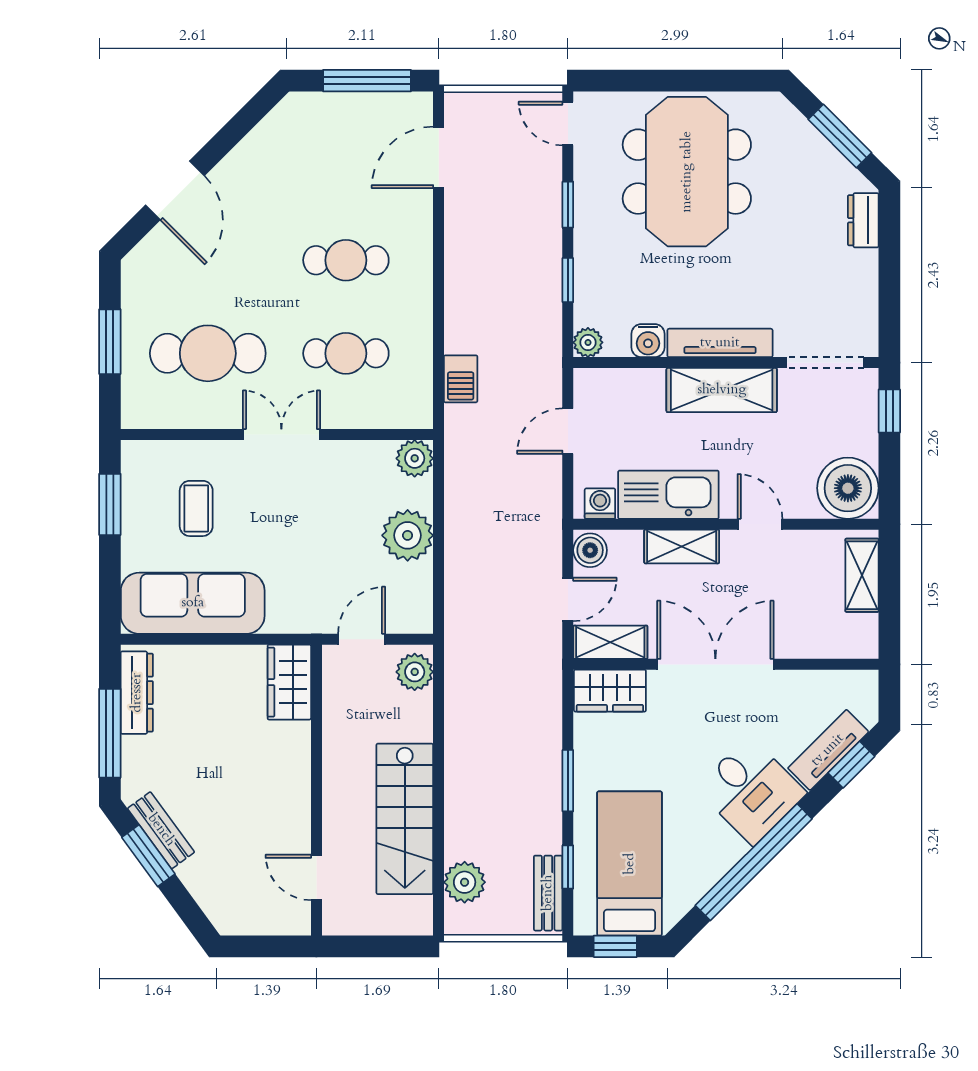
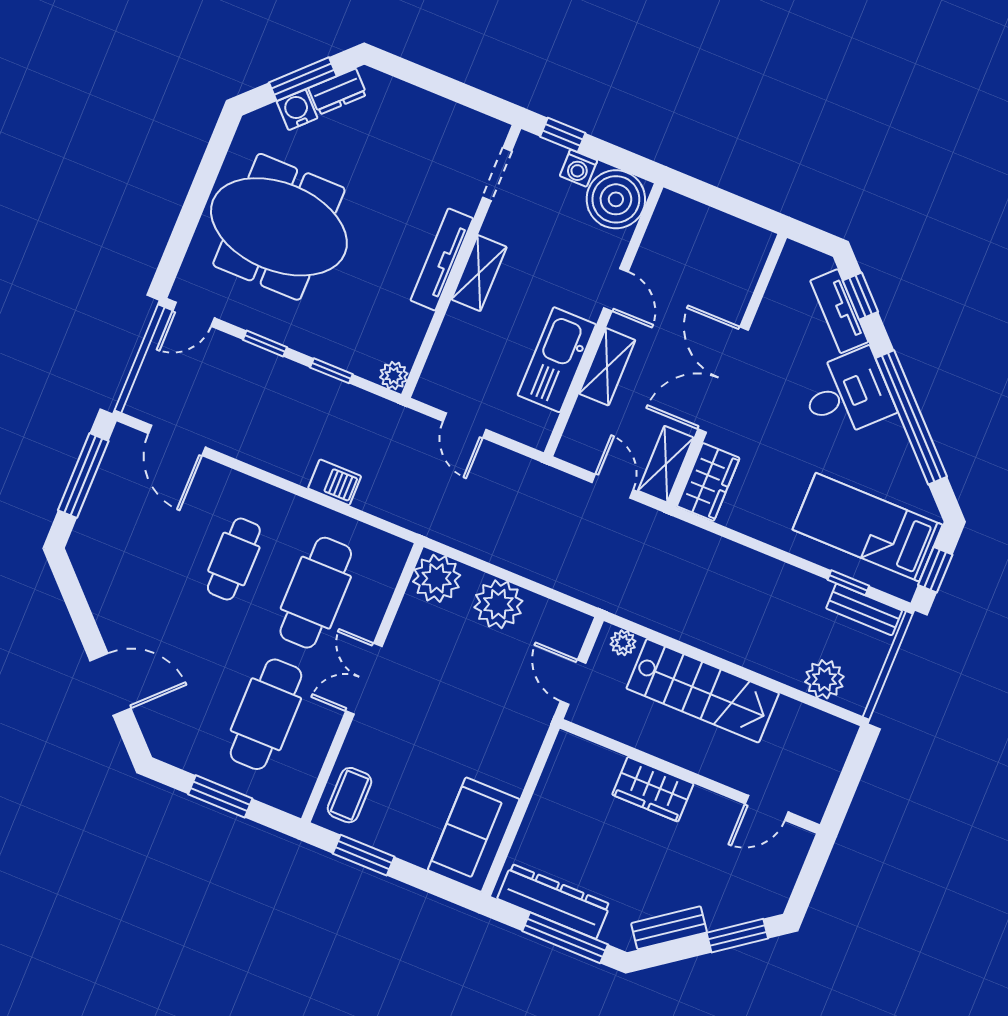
dresser: (863, 220) -> (338, 92), moved, turned -45
water cooler: (648, 341) -> (297, 110), moved, turned -135
cafe table: (346, 353) -> (316, 593), width x1.37, depth x1.35
doorway: (825, 363) -> (497, 174), width x0.73
barbecue: (461, 379) -> (335, 482), moved
shelving: (722, 390) -> (479, 273), width x0.67, depth x0.75
plant: (415, 458) -> (437, 578), width x1.36, depth x1.36
washing machine: (600, 504) -> (578, 168), moved, turned -90
coffee table: (196, 508) -> (350, 795), moved, turned 90
door: (760, 524) -> (616, 290), swing flipped
boiler: (590, 550) -> (577, 449), removed
shelving: (862, 575) -> (698, 218), removed
sofa: (193, 603) -> (474, 835), width x0.73
plant: (415, 672) -> (623, 643), width x0.73, depth x0.73
wardrobe: (289, 682) -> (653, 789), moved
dresser: (137, 693) -> (554, 901), width x1.37, depth x1.24
window: (568, 781) -> (772, 552), removed
stairs: (405, 819) -> (703, 691), moved
window: (148, 856) -> (737, 936), moved

